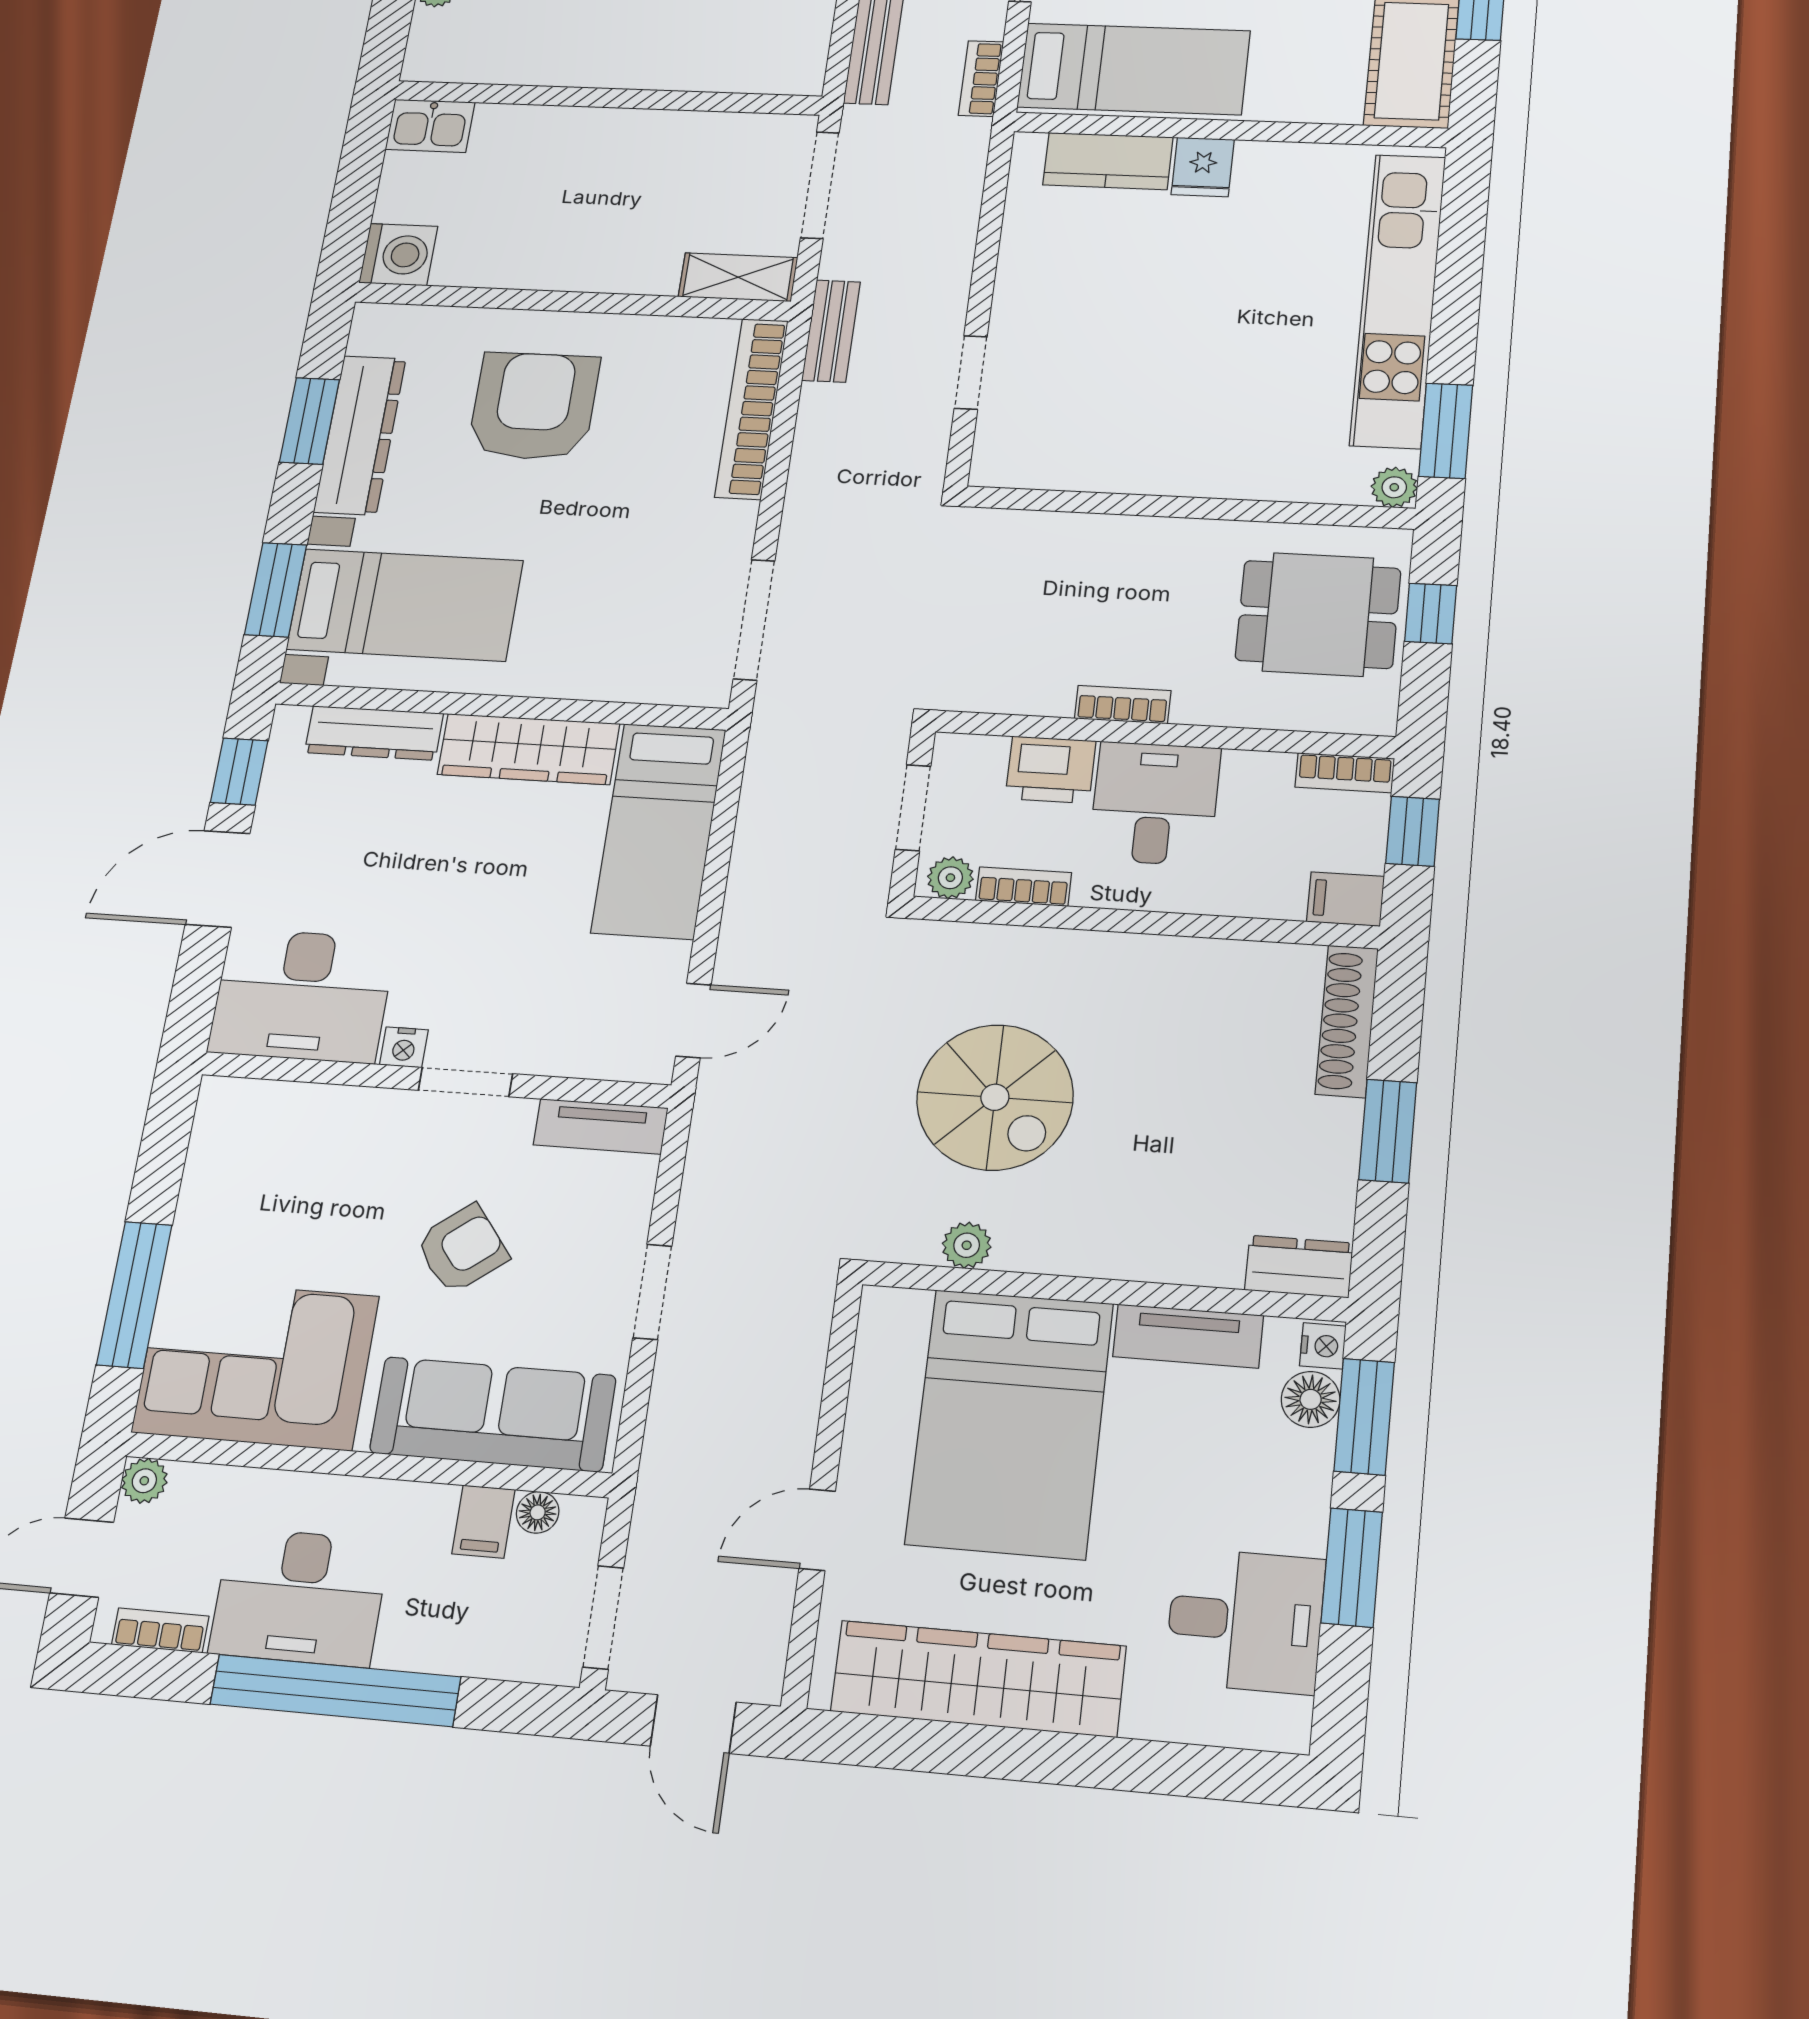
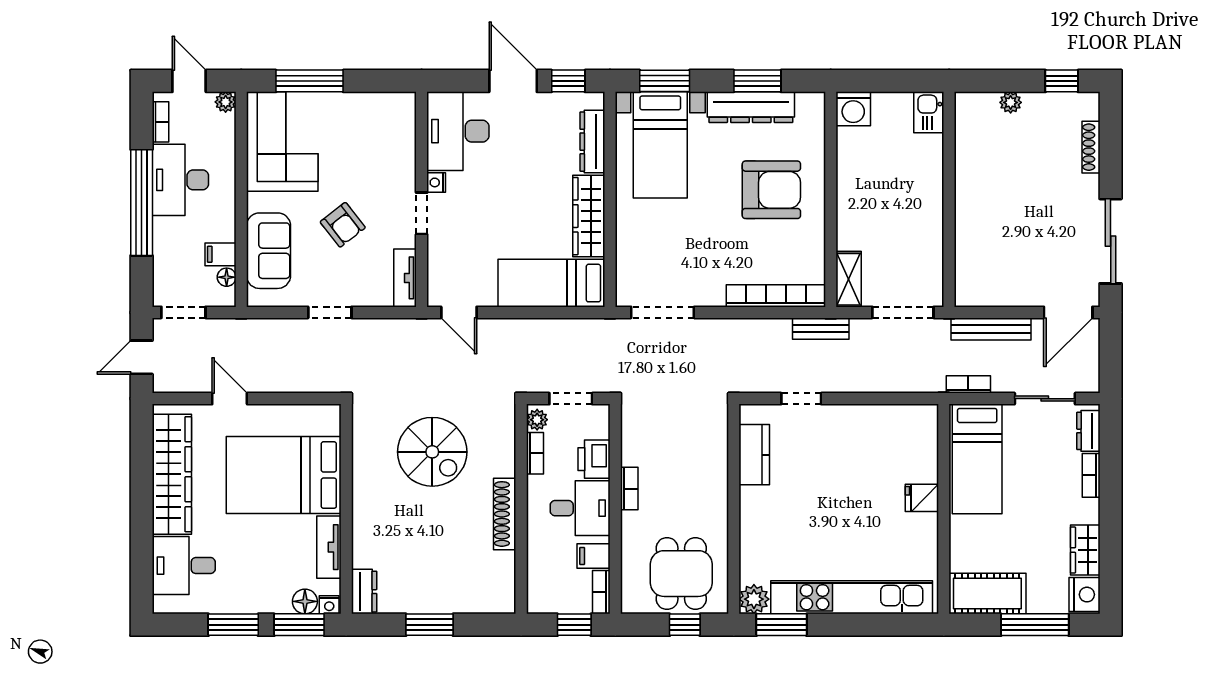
kitchen counter: (1108, 161) -> (754, 455), moved, turned 180
plant: (1394, 487) -> (754, 599), width x1.38, depth x1.38
filing cabinet: (1346, 899) -> (594, 556), moved, turned -90
shoe rack: (1347, 1021) -> (505, 514), moved, turned -90
spiral stairs: (995, 1097) -> (432, 452), turned -90
plant: (967, 1245) -> (362, 447), removed
sofa: (493, 1414) -> (269, 251), width x0.73
desk: (1245, 1621) -> (184, 566), moved, turned 90

